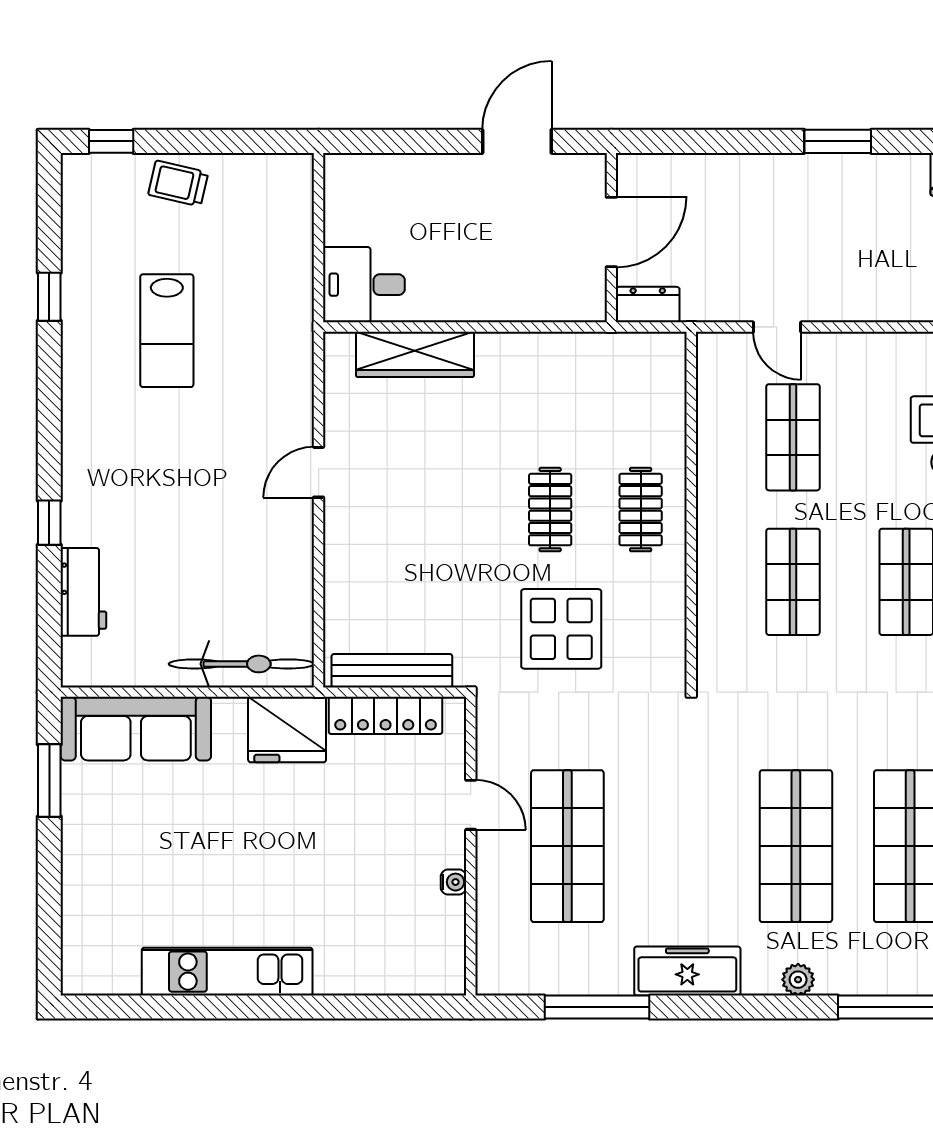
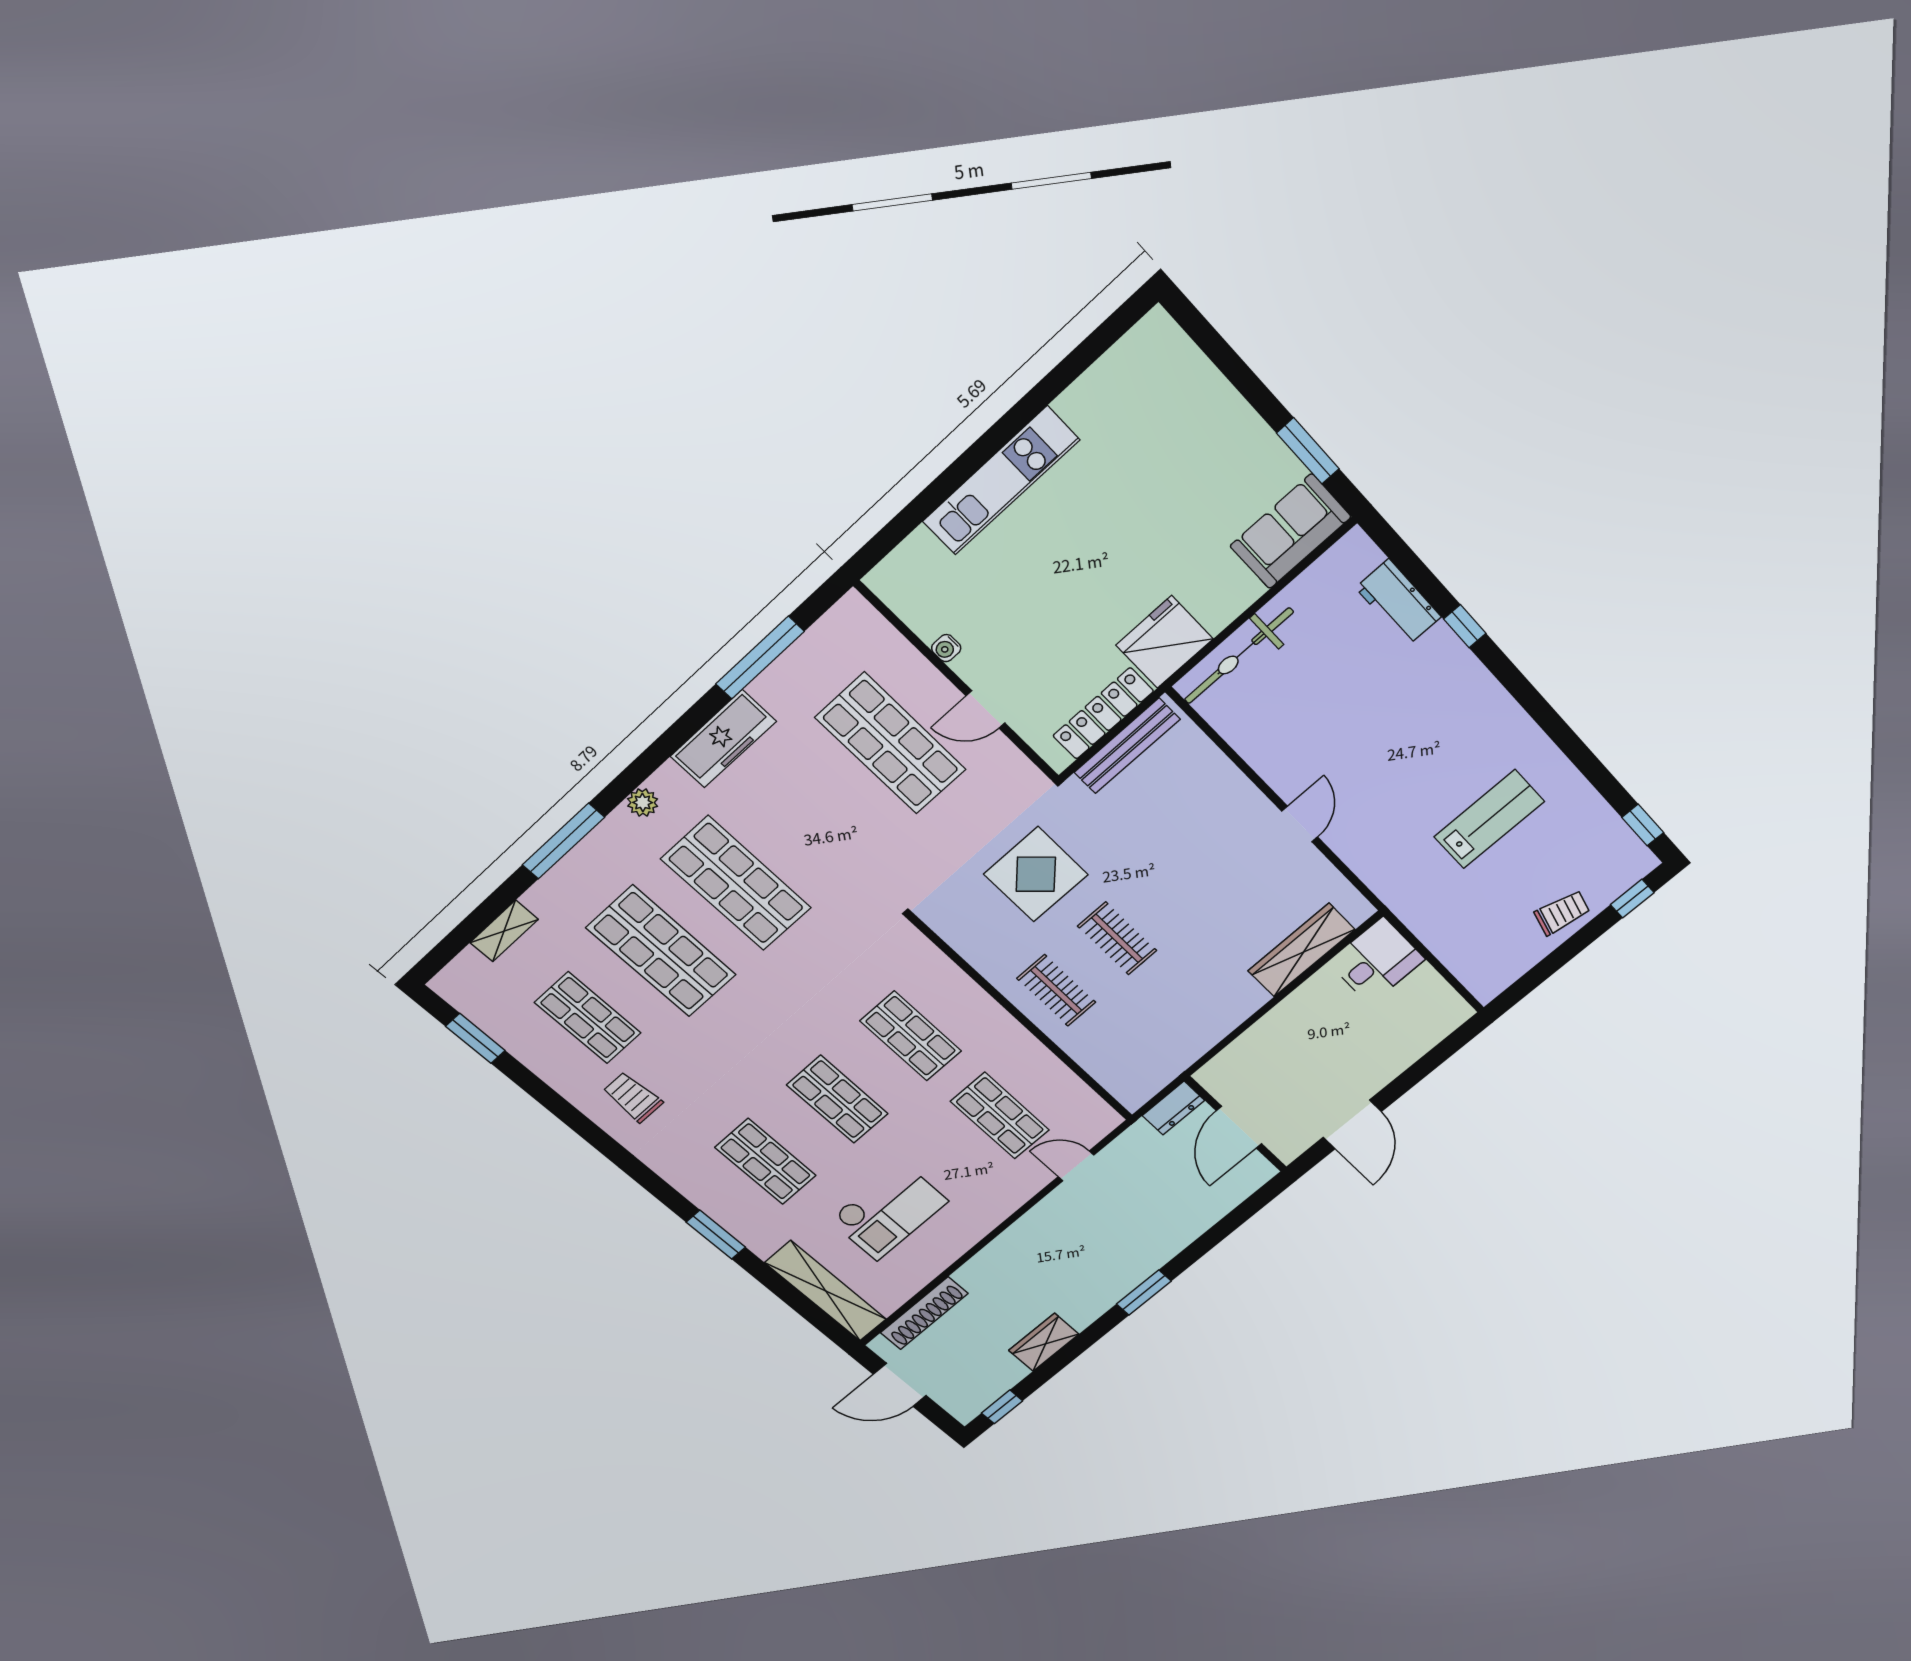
window: (49, 297) -> (1643, 825), moved
lab bench: (167, 331) -> (1489, 819), turned 90
sofa: (136, 729) -> (1290, 531), width x0.73
kitchen unit: (227, 972) -> (1001, 481), moved

